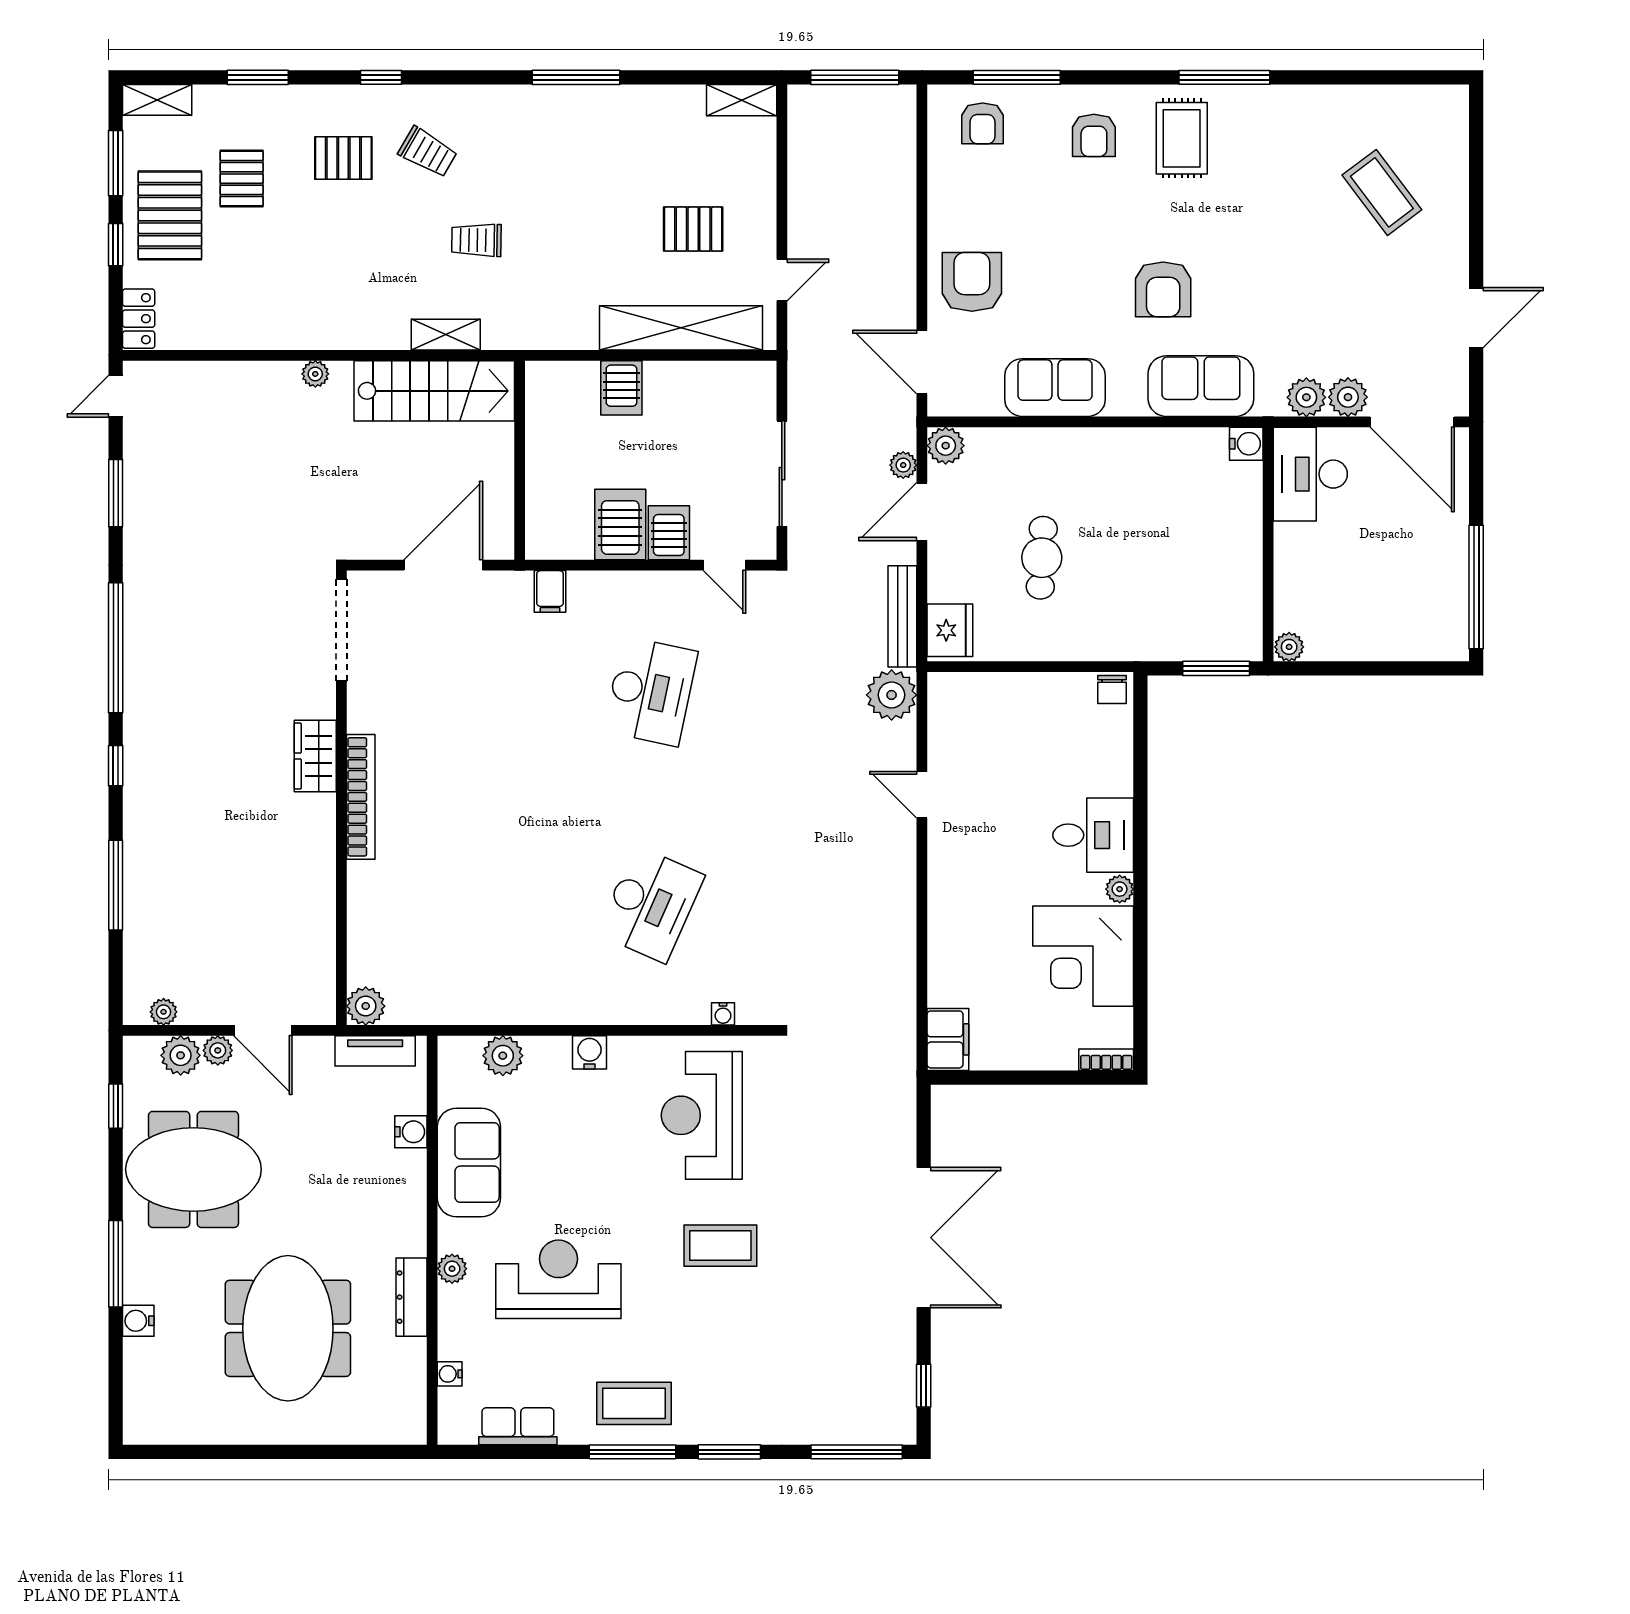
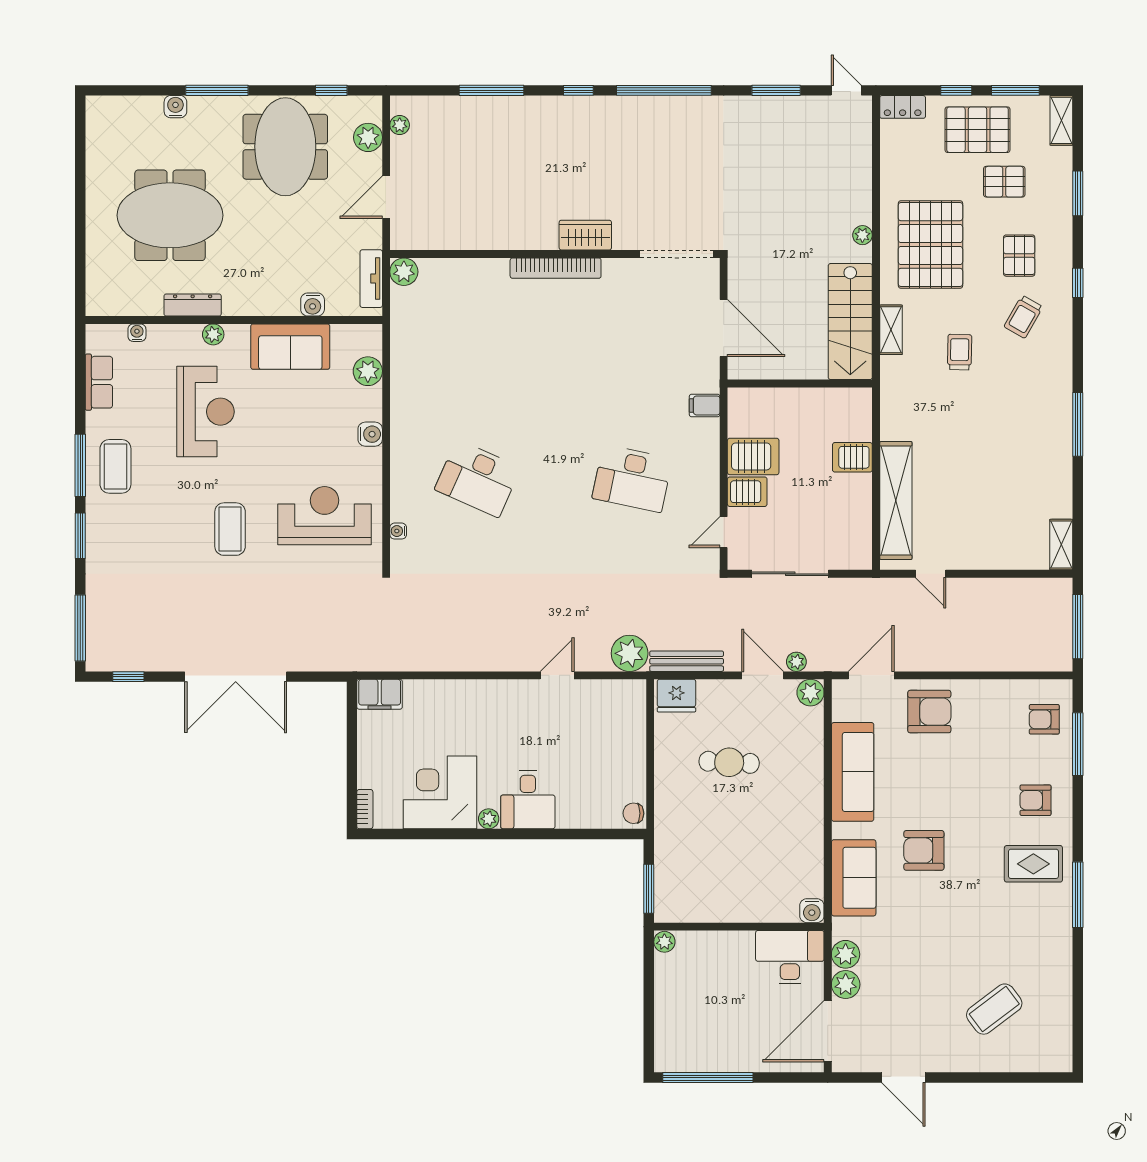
pallet: (693, 229) -> (930, 244), moved, width x2.05, depth x2.00
sofa: (1055, 388) -> (853, 772), width x1.36
plant: (218, 1050) -> (372, 164), removed

